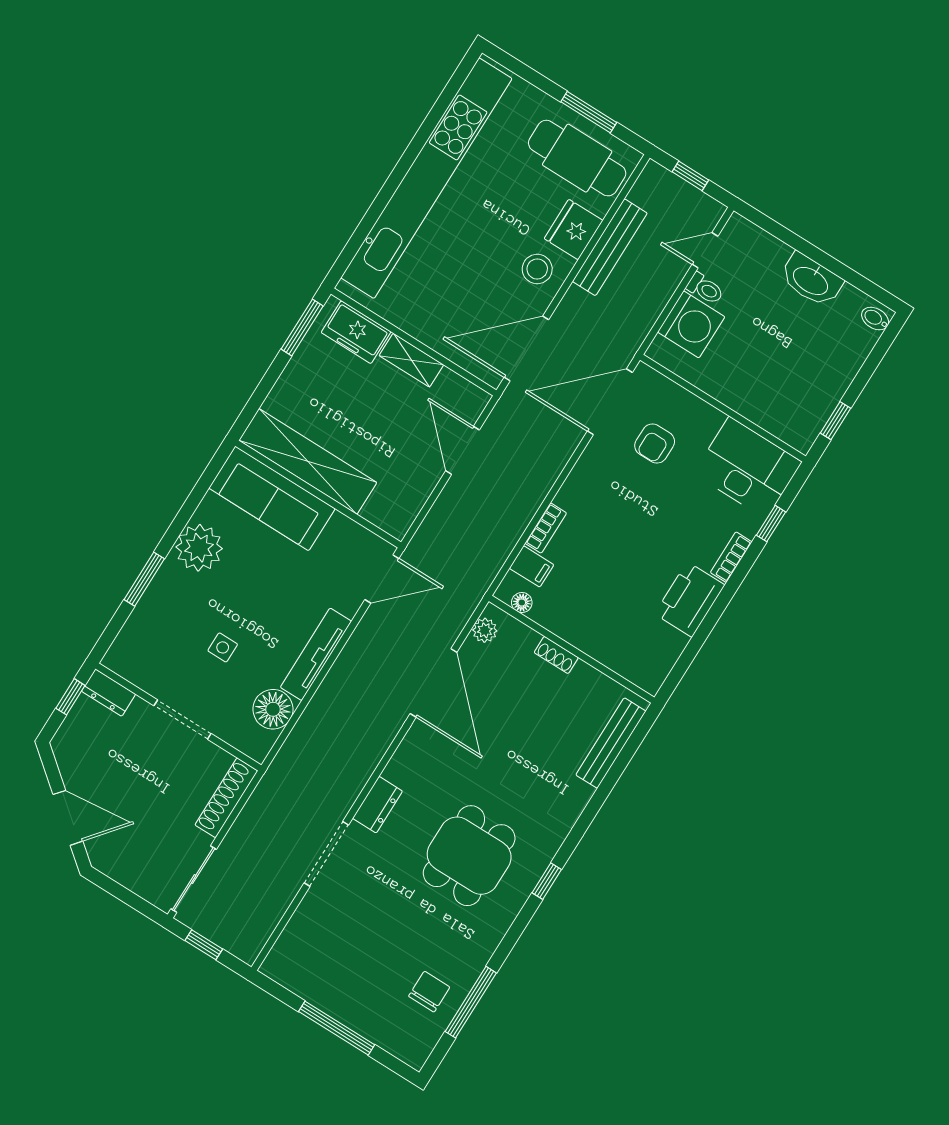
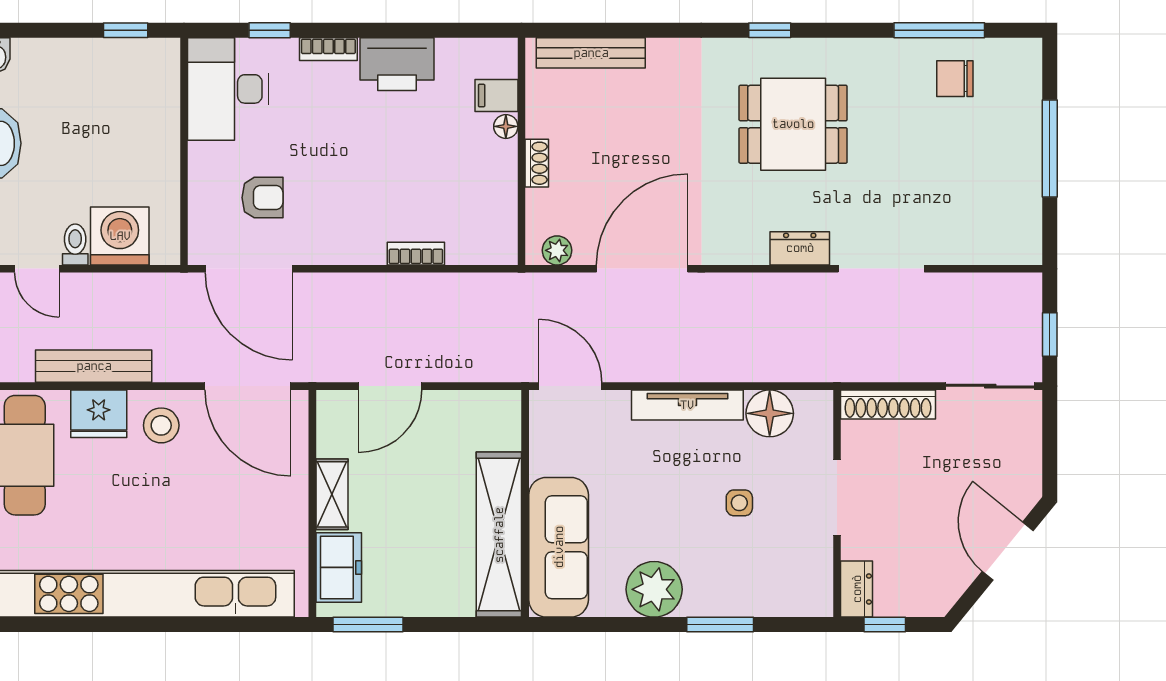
filing cabinet: (532, 566) -> (496, 96), moved, turned -90
floor lamp: (522, 603) -> (506, 126), moved

